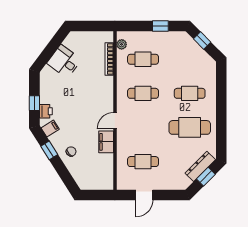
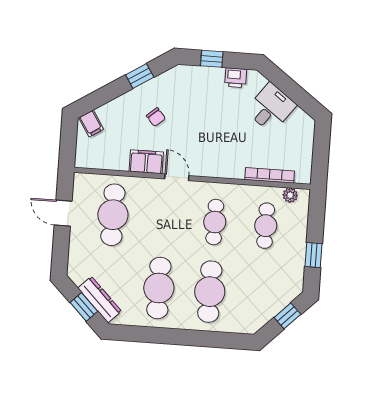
cafe table: (190, 93) -> (210, 292), width x1.37, depth x1.35
printer: (46, 111) -> (236, 78), moved
filing cabinet: (50, 129) -> (91, 123), moved
chair: (71, 152) -> (156, 117), moved
cafe table: (143, 162) -> (113, 215), width x1.37, depth x1.35

